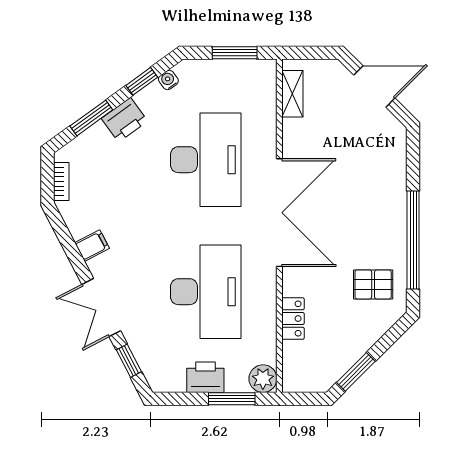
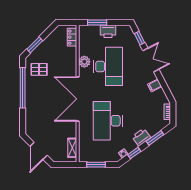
door: (374, 86) -> (39, 151), hinge flipped
desk: (206, 292) -> (108, 66), turned 180
locker: (293, 319) -> (72, 37), moved
window: (356, 372) -> (35, 45), moved
plant: (263, 379) -> (84, 62), moved

